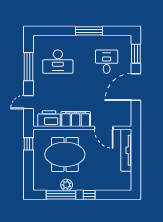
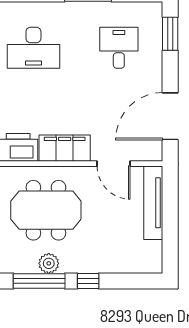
door: (136, 87) -> (170, 116), moved

